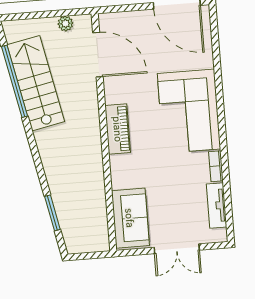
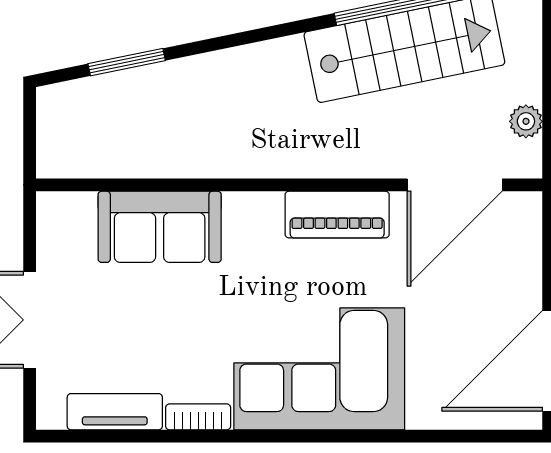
piano: (118, 129) -> (337, 215), moved
sofa: (130, 218) -> (160, 227), moved

